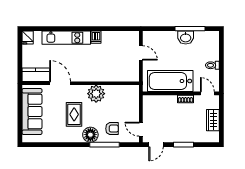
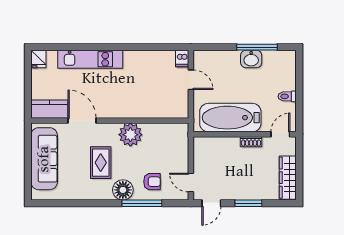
dishwasher: (96, 37) -> (182, 58), moved
door: (207, 93) -> (280, 134), hinge flipped
wardrobe: (213, 120) -> (288, 178), width x1.50

